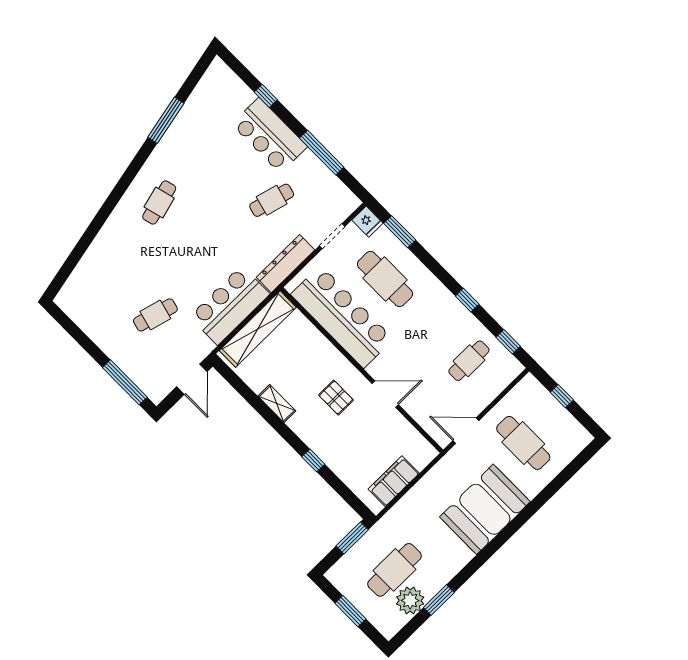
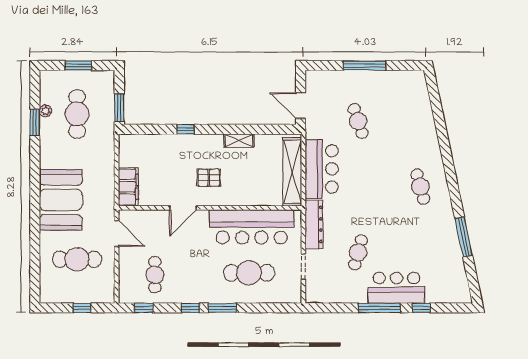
window: (322, 153) -> (379, 308), moved
fridge: (367, 222) -> (292, 295), removed
window: (400, 232) -> (222, 308), moved
cafe table: (155, 315) -> (358, 121), turned -33
window: (125, 382) -> (365, 65), moved
door: (466, 431) -> (117, 233), hinge flipped
filing cabinet: (394, 481) -> (128, 187), moved
plant: (410, 600) -> (45, 111), width x0.53, depth x0.53

